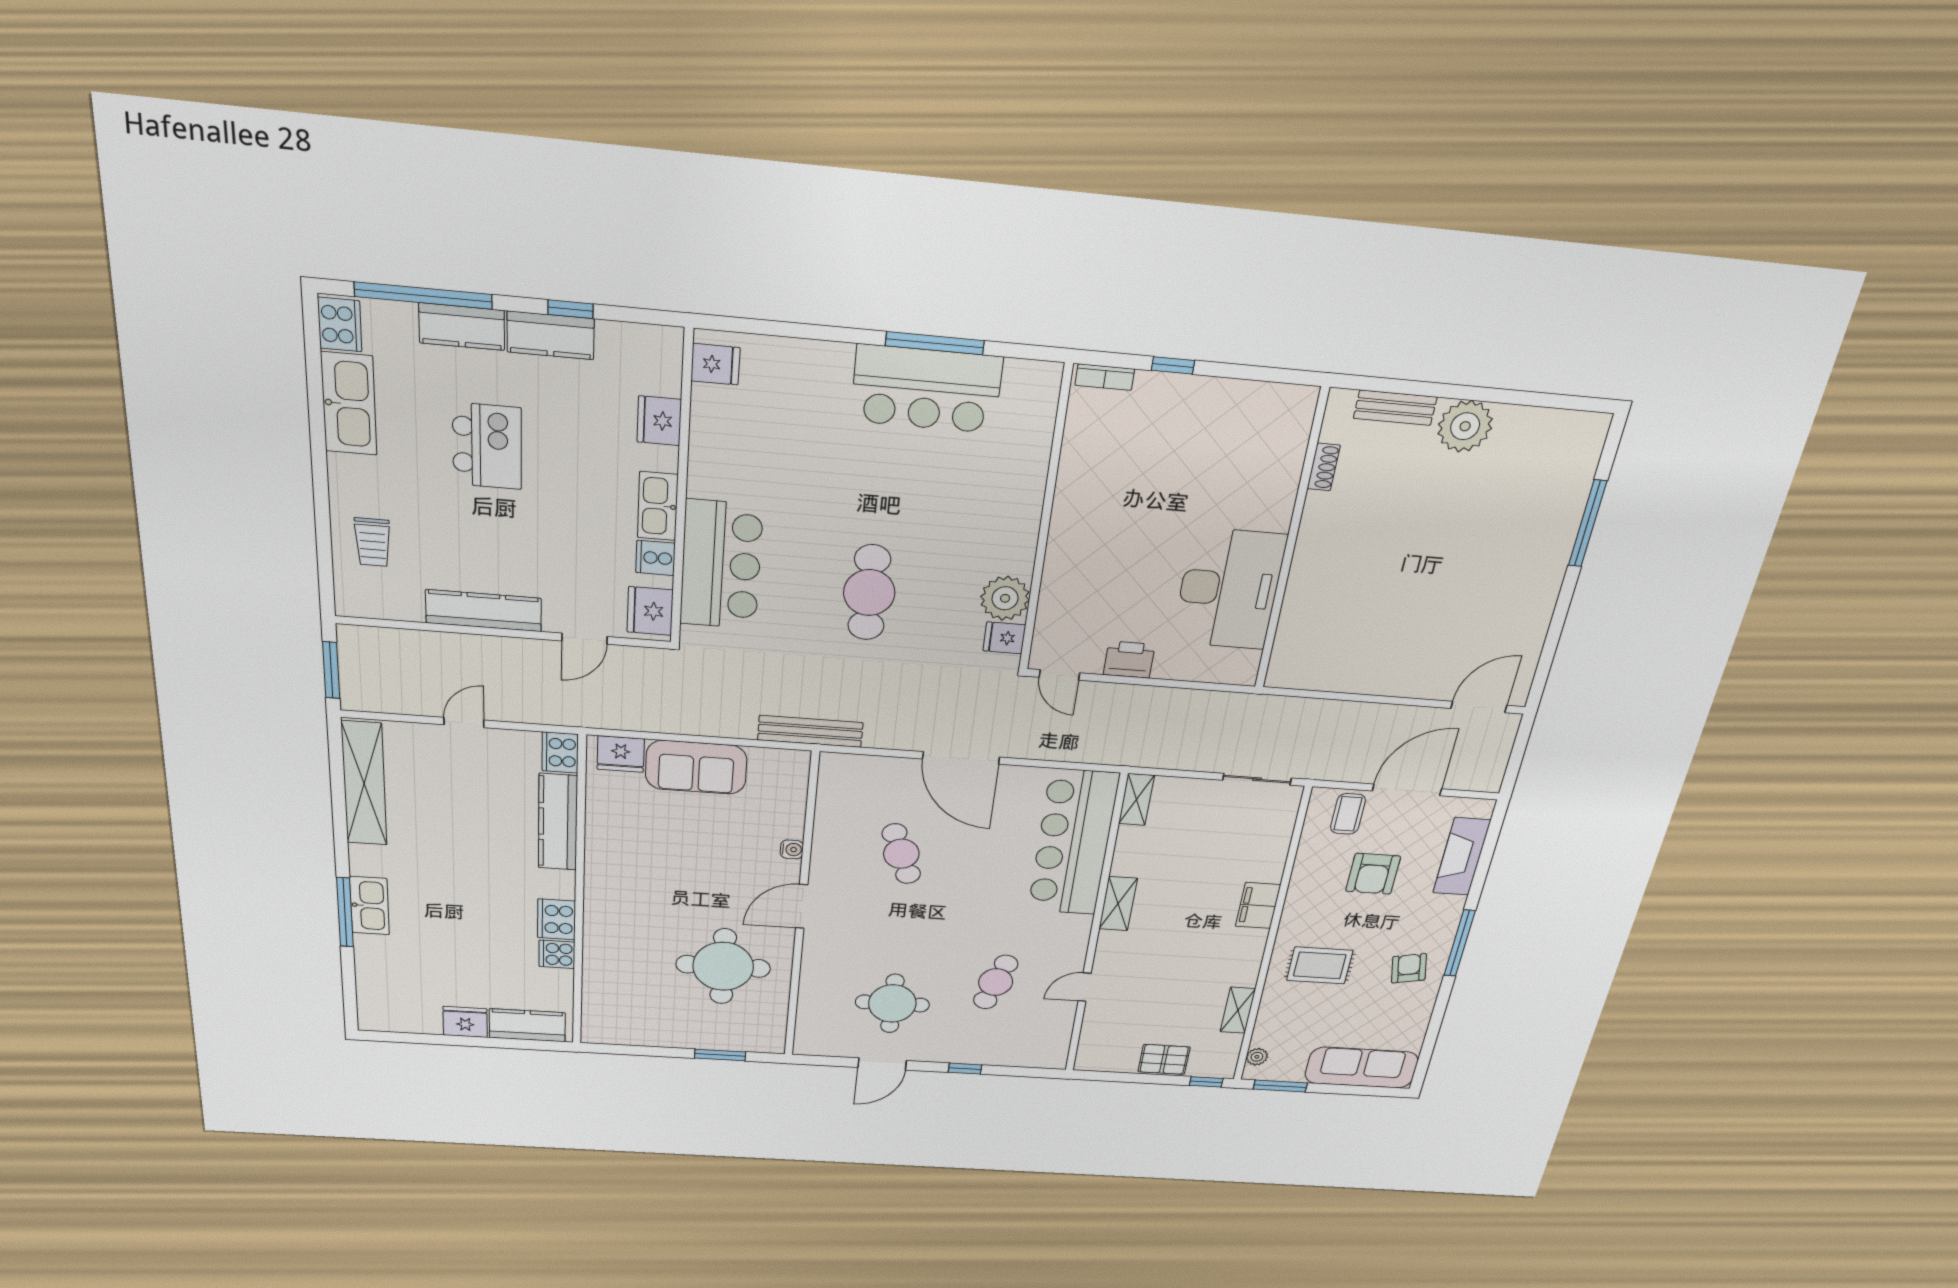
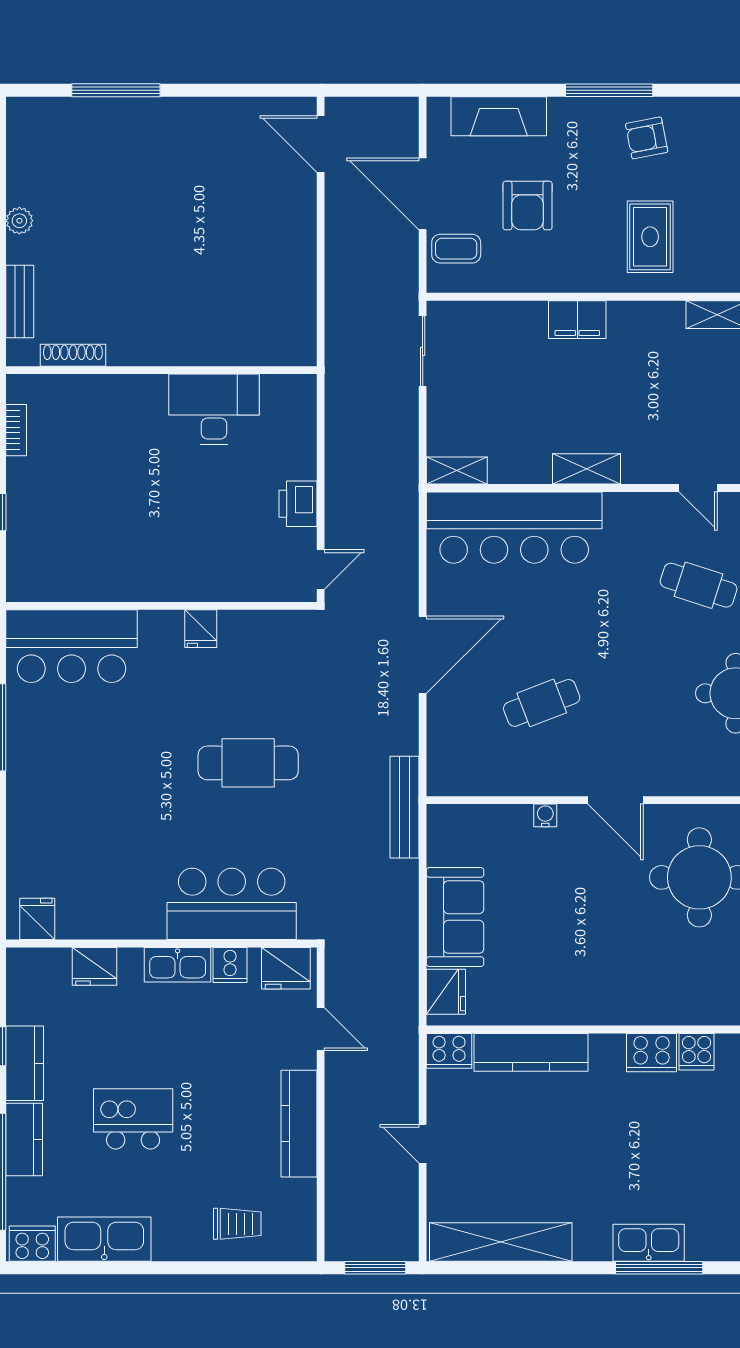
bookcase: (1105, 377) -> (16, 430), moved
bar counter: (926, 389) -> (71, 646), moved, turned 90
plant: (1465, 426) -> (19, 221), width x0.53, depth x0.53
shoe rack: (1324, 467) -> (73, 355), width x1.43
desk: (1229, 589) -> (214, 409), width x0.73, depth x0.77
plant: (1005, 598) -> (243, 633), removed
fridge: (1004, 638) -> (201, 629), moved
armchair: (1373, 874) -> (528, 206), turned 90

